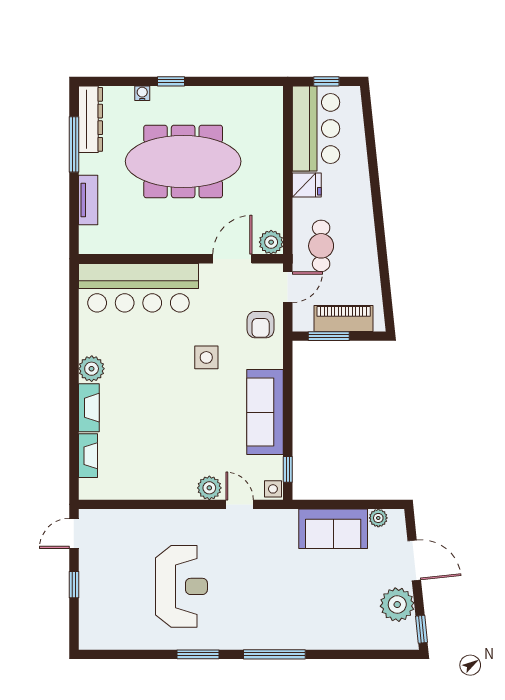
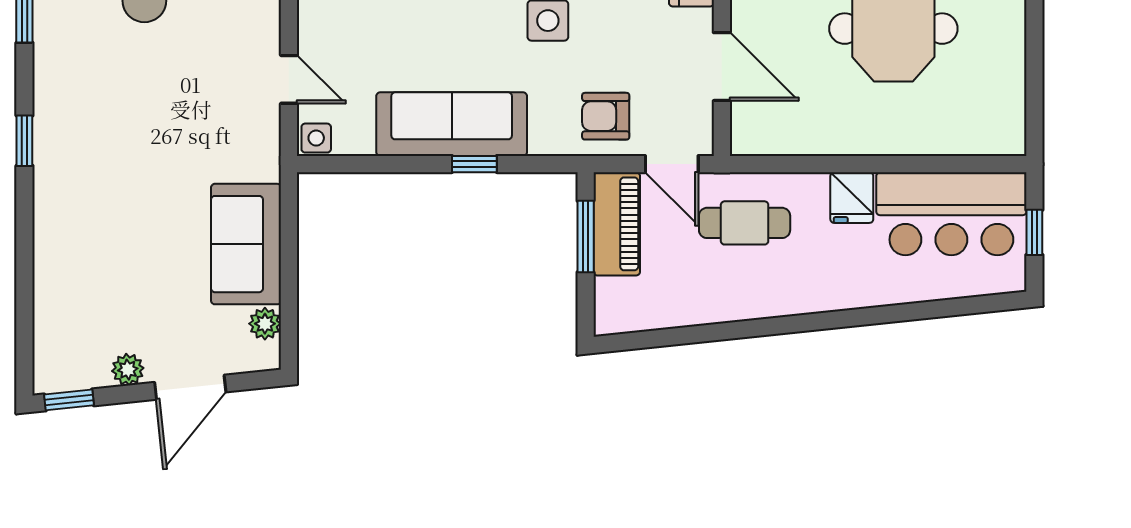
plant: (271, 242) -> (751, 135), removed
piano: (344, 318) -> (617, 224), moved
window: (288, 469) -> (474, 164), moved
plant: (209, 488) -> (318, 26), removed
door: (240, 504) -> (289, 79), hinge flipped
plant: (397, 605) -> (128, 370), width x0.53, depth x0.53
window: (274, 654) -> (24, 141), width x0.46

